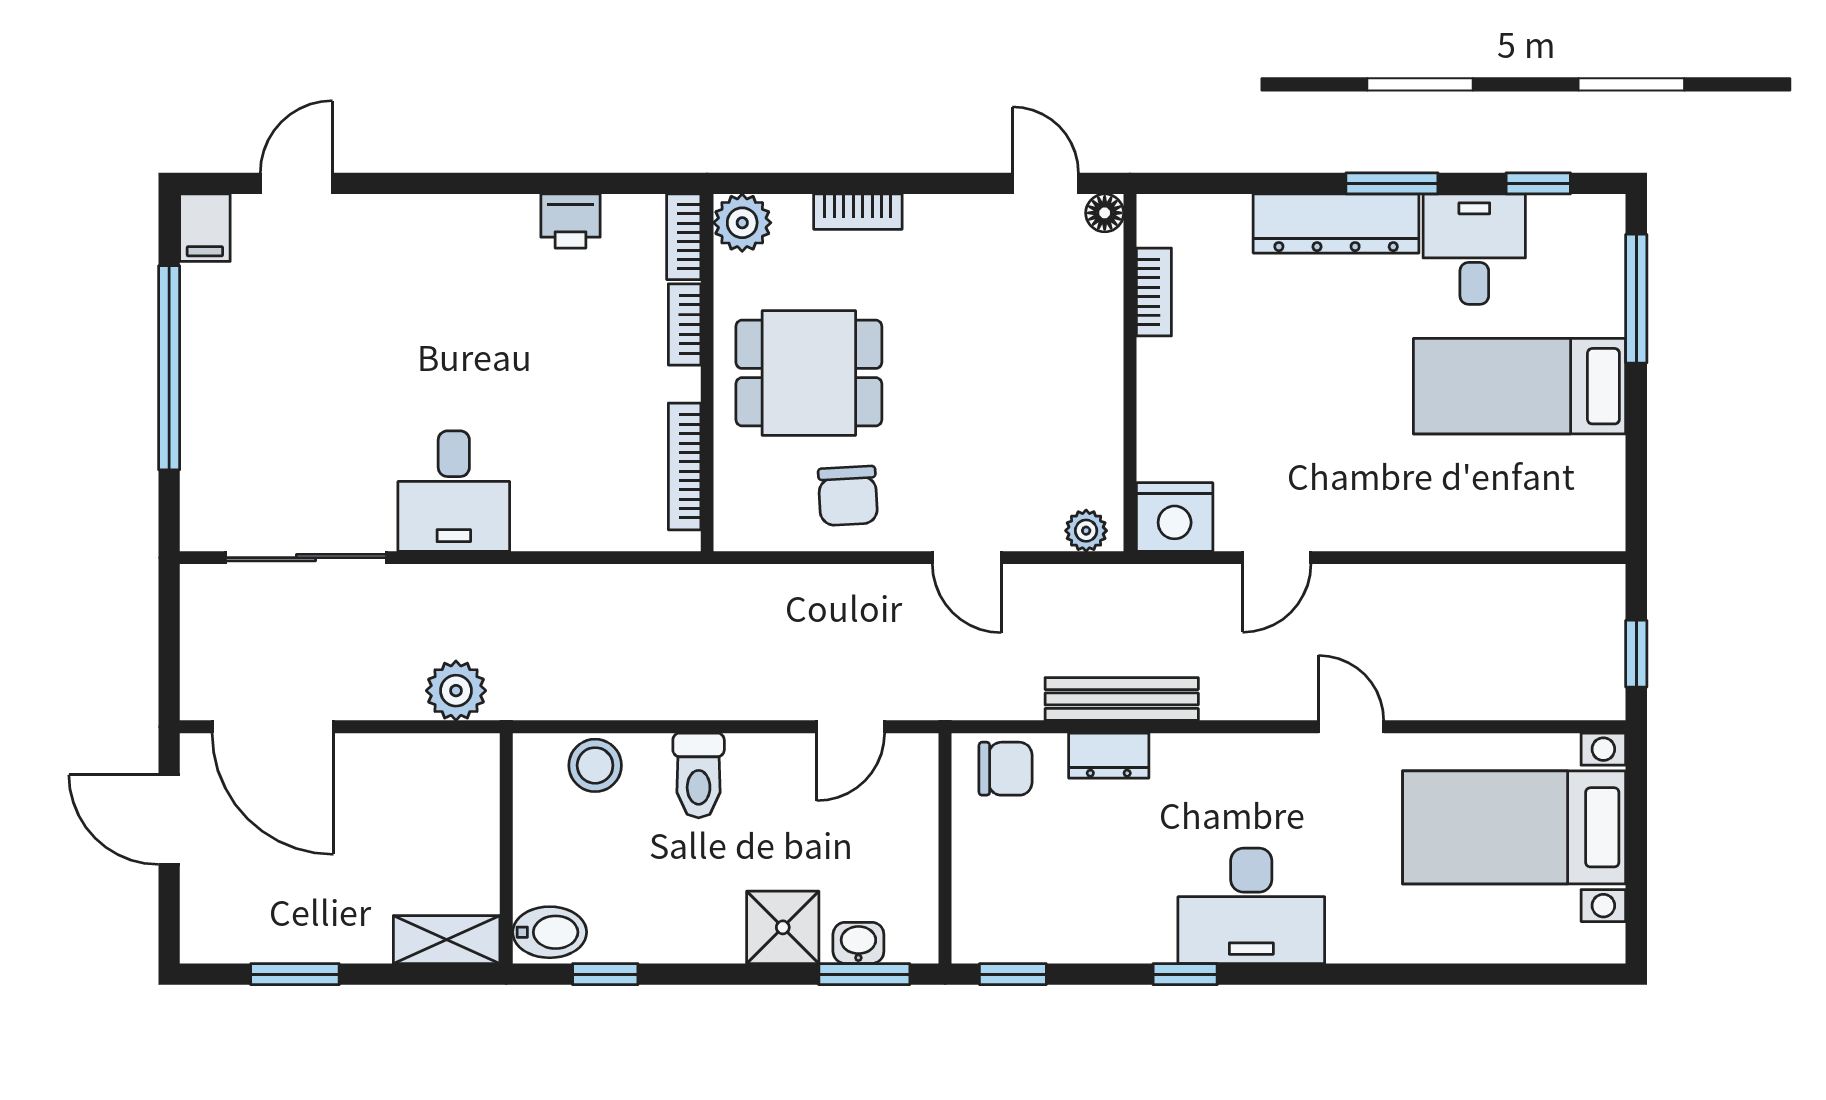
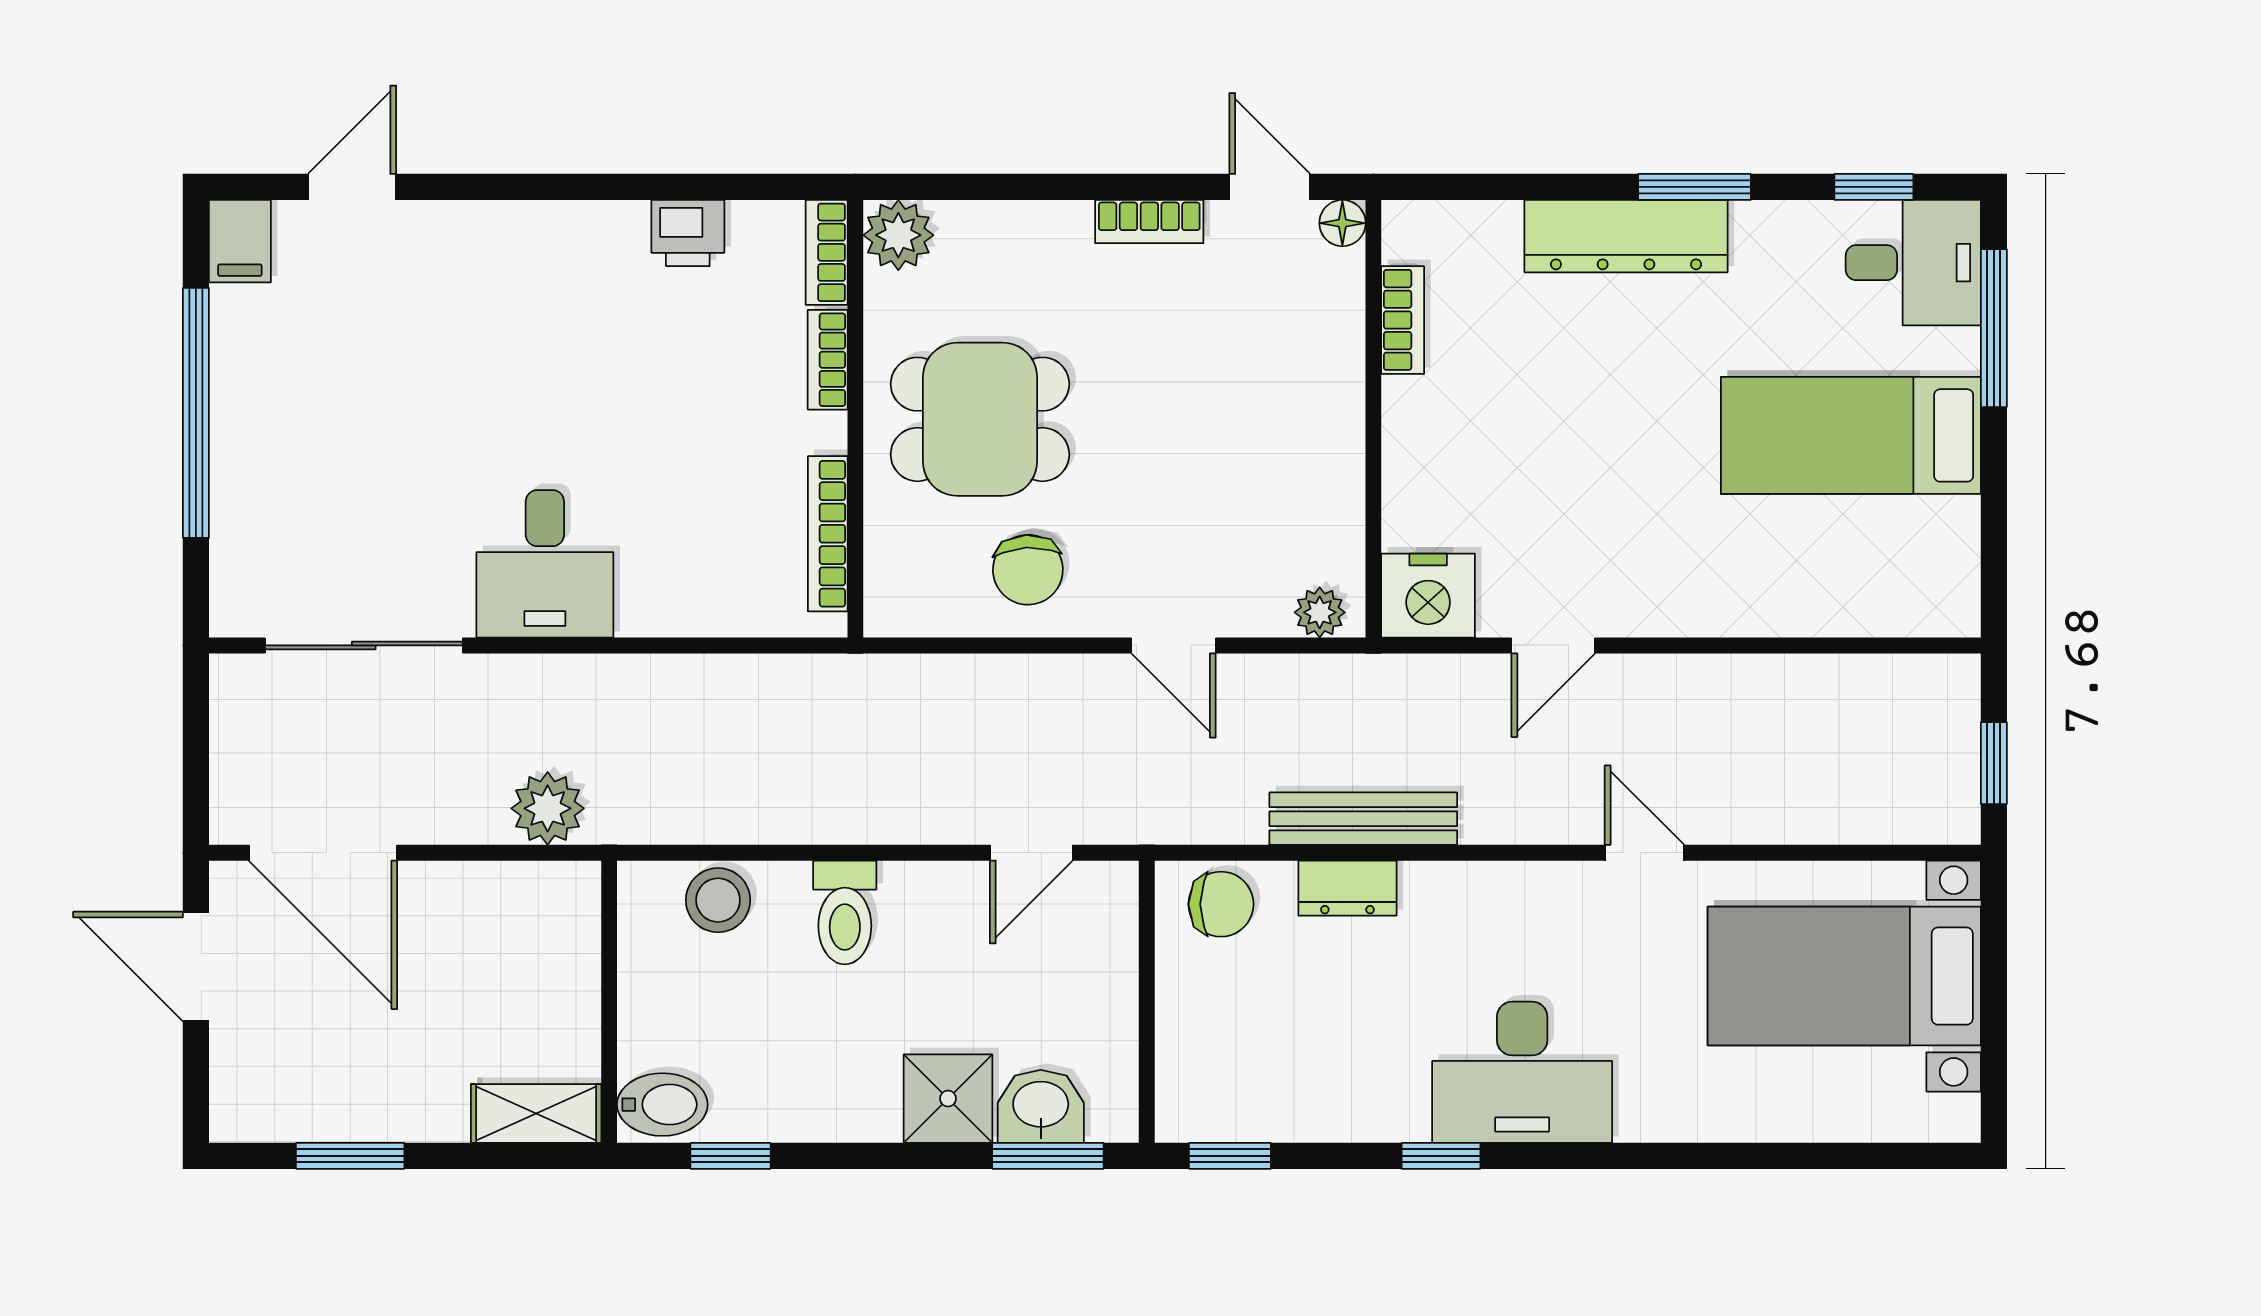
bookcase: (858, 212) -> (1149, 222), moved
desk: (1474, 249) -> (1913, 263), moved, turned 90
washbasin: (858, 943) -> (1041, 1106), width x1.38, depth x1.45

